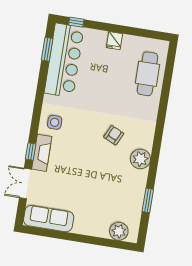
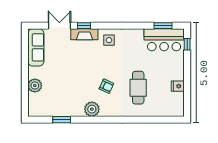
fridge: (114, 41) -> (178, 86), moved
bar counter: (64, 60) -> (164, 40), width x0.73
cafe table: (148, 74) -> (138, 88), moved, turned 90
plant: (119, 231) -> (35, 86), moved

